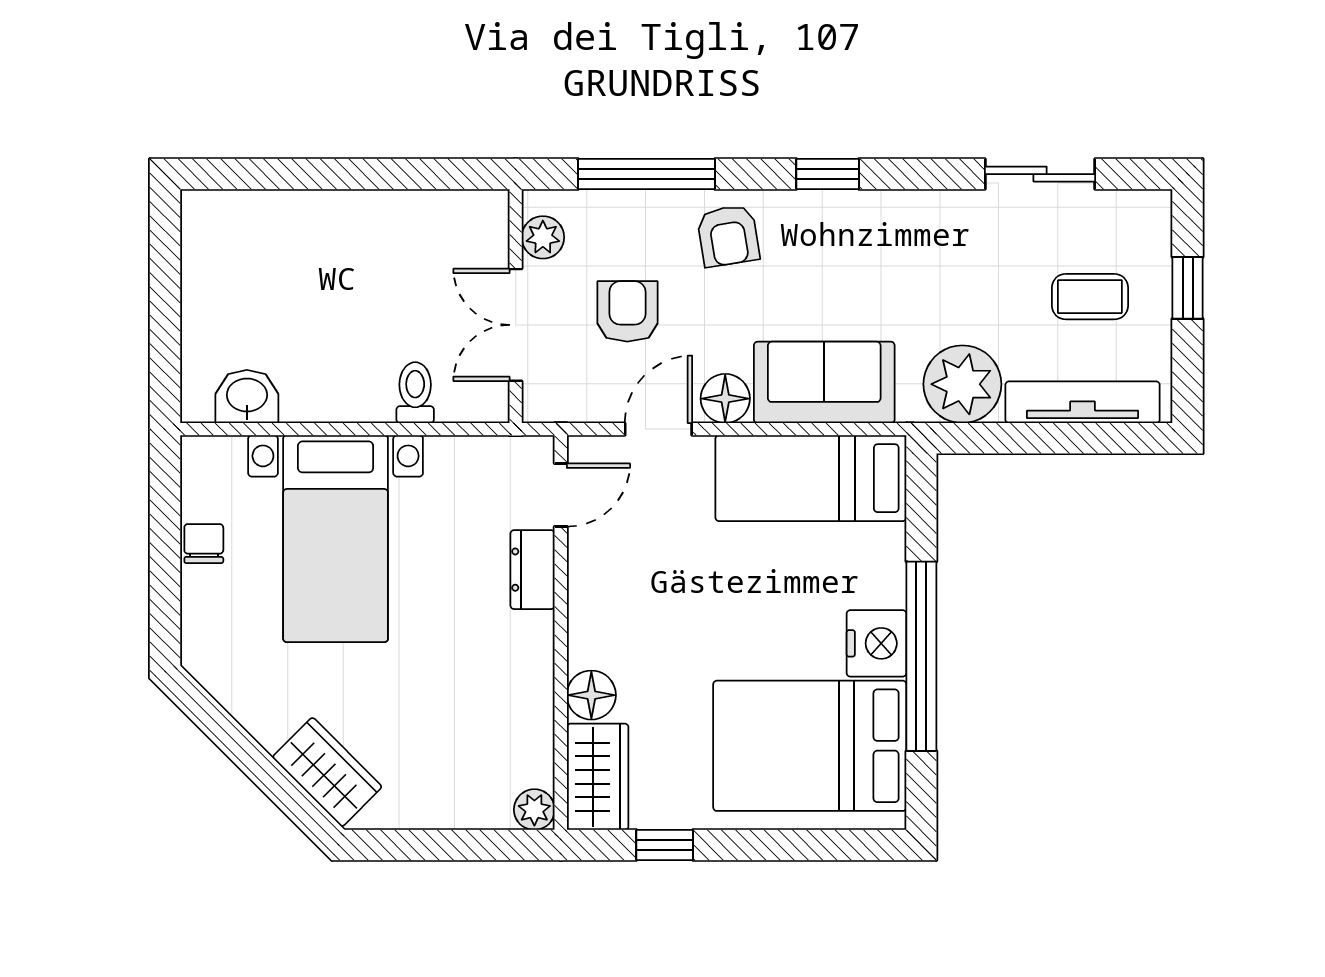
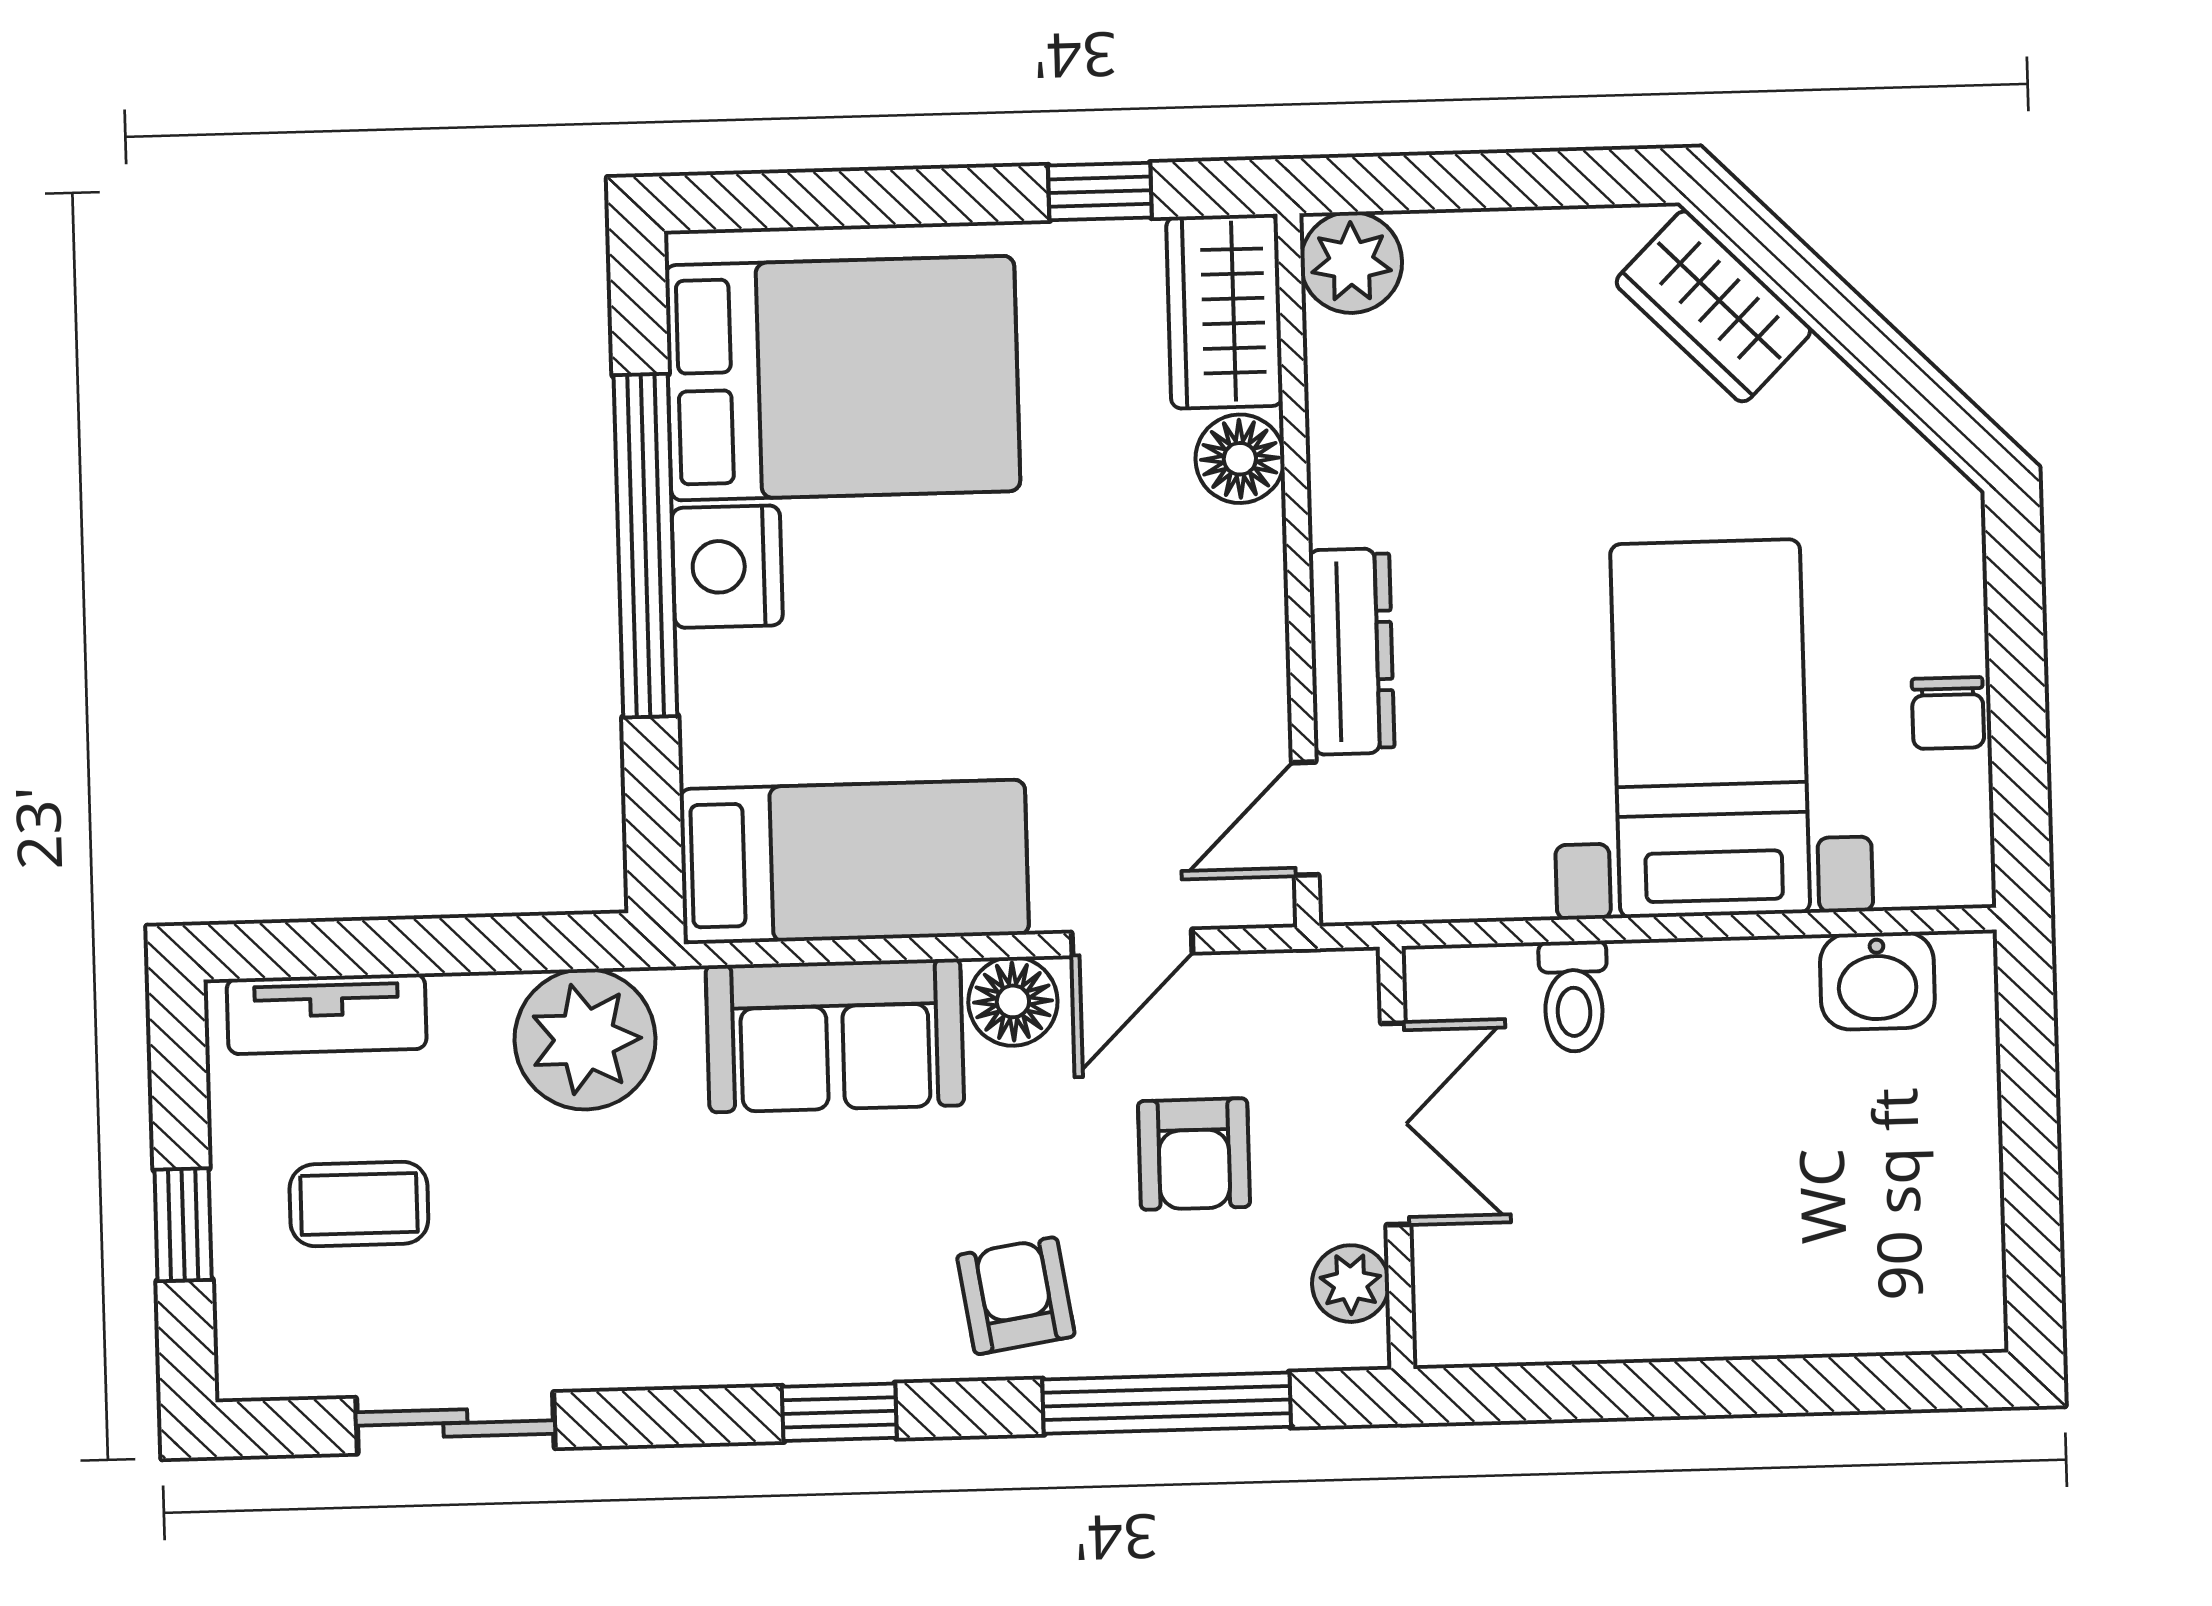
tv unit: (1083, 402) -> (327, 1014), width x0.71
dresser: (533, 570) -> (1352, 651), width x1.44
plant: (534, 810) -> (1351, 262), width x1.38, depth x1.38

